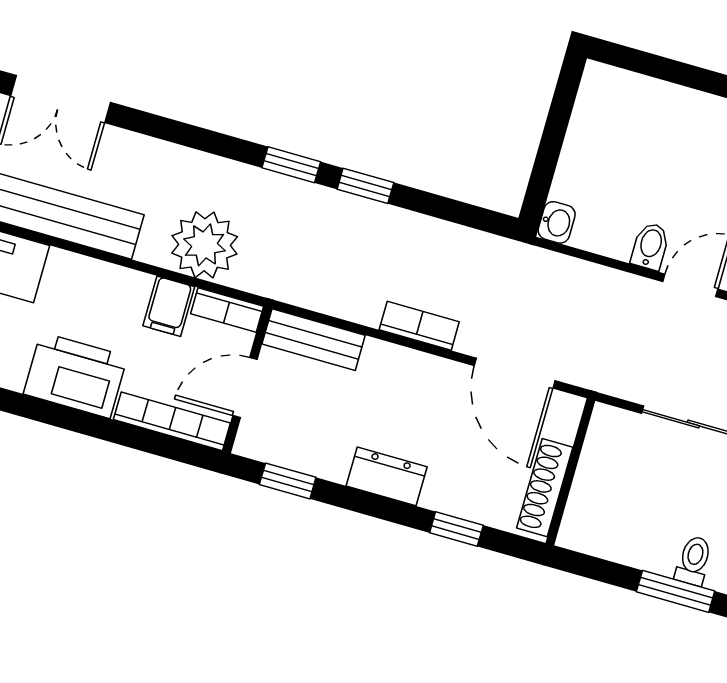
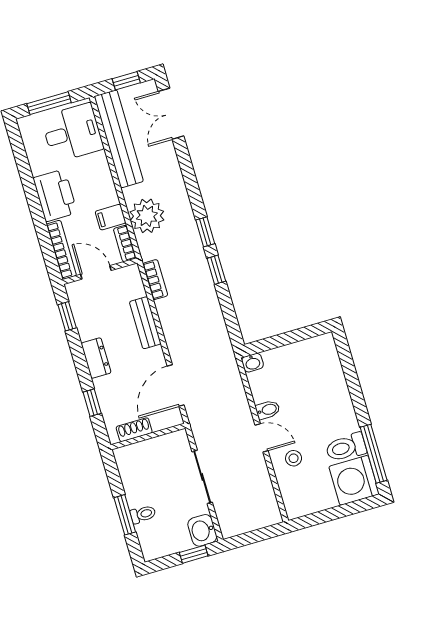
bookcase: (419, 326) -> (155, 280), moved
bench: (314, 340) -> (145, 323), moved
shoe rack: (545, 488) -> (134, 430), width x0.70

